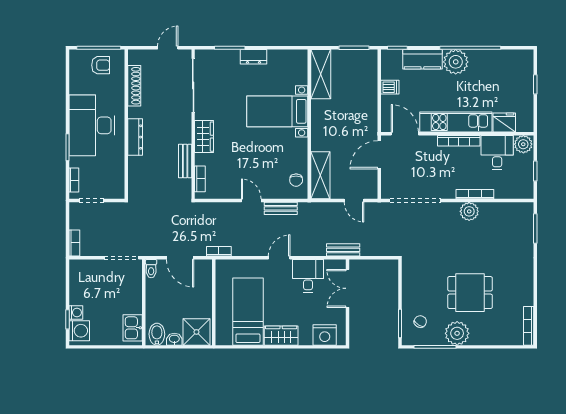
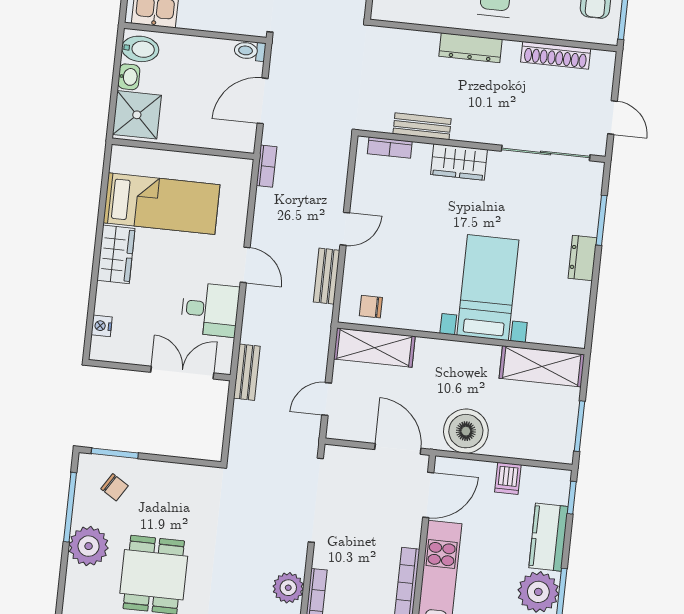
boiler: (364, 115) -> (466, 431), added
nightstand: (325, 335) -> (102, 326), width x0.53, depth x0.56

